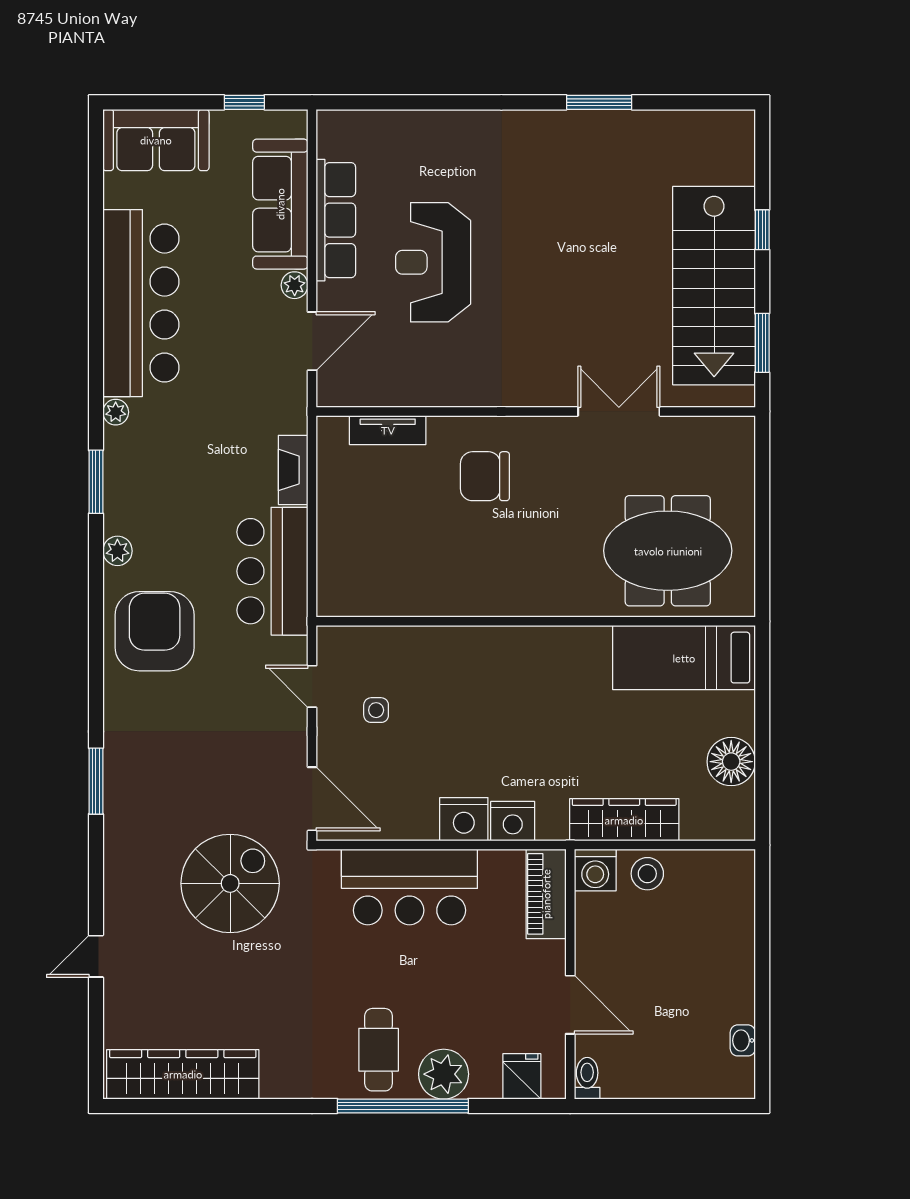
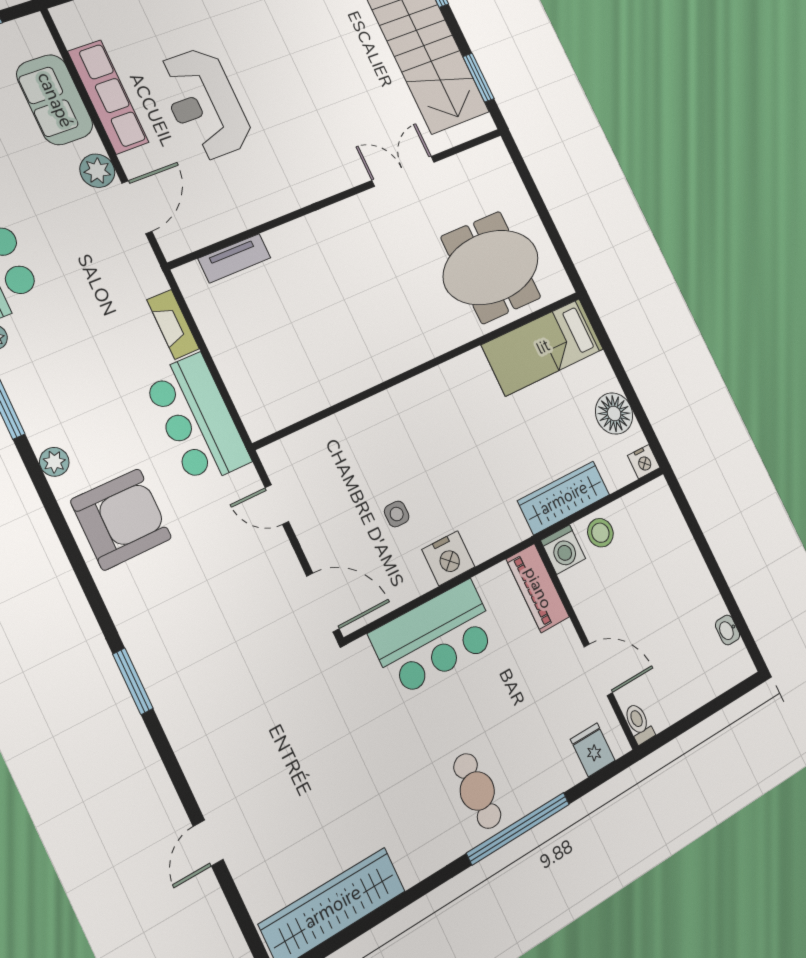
sofa: (280, 204) -> (55, 100), width x0.73
plant: (295, 285) -> (97, 171), width x1.38, depth x1.38
chair: (485, 476) -> (329, 265), removed
armchair: (155, 631) -> (121, 519), turned 90
side table: (376, 710) -> (397, 514), moved
nightstand: (513, 821) -> (644, 462), moved, width x0.74, depth x0.75
spiral stairs: (230, 883) -> (291, 713), removed
plant: (444, 1074) -> (536, 782), removed

